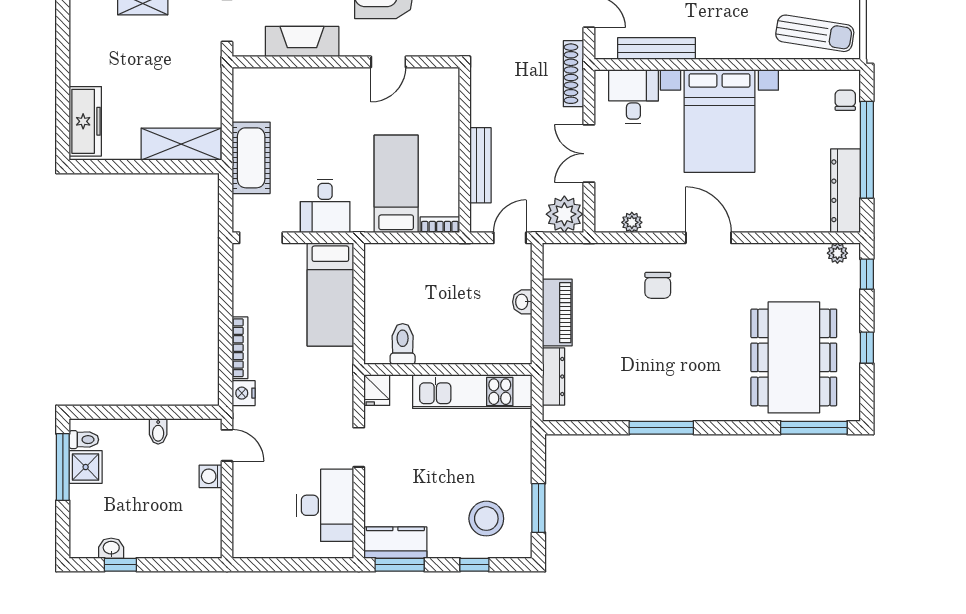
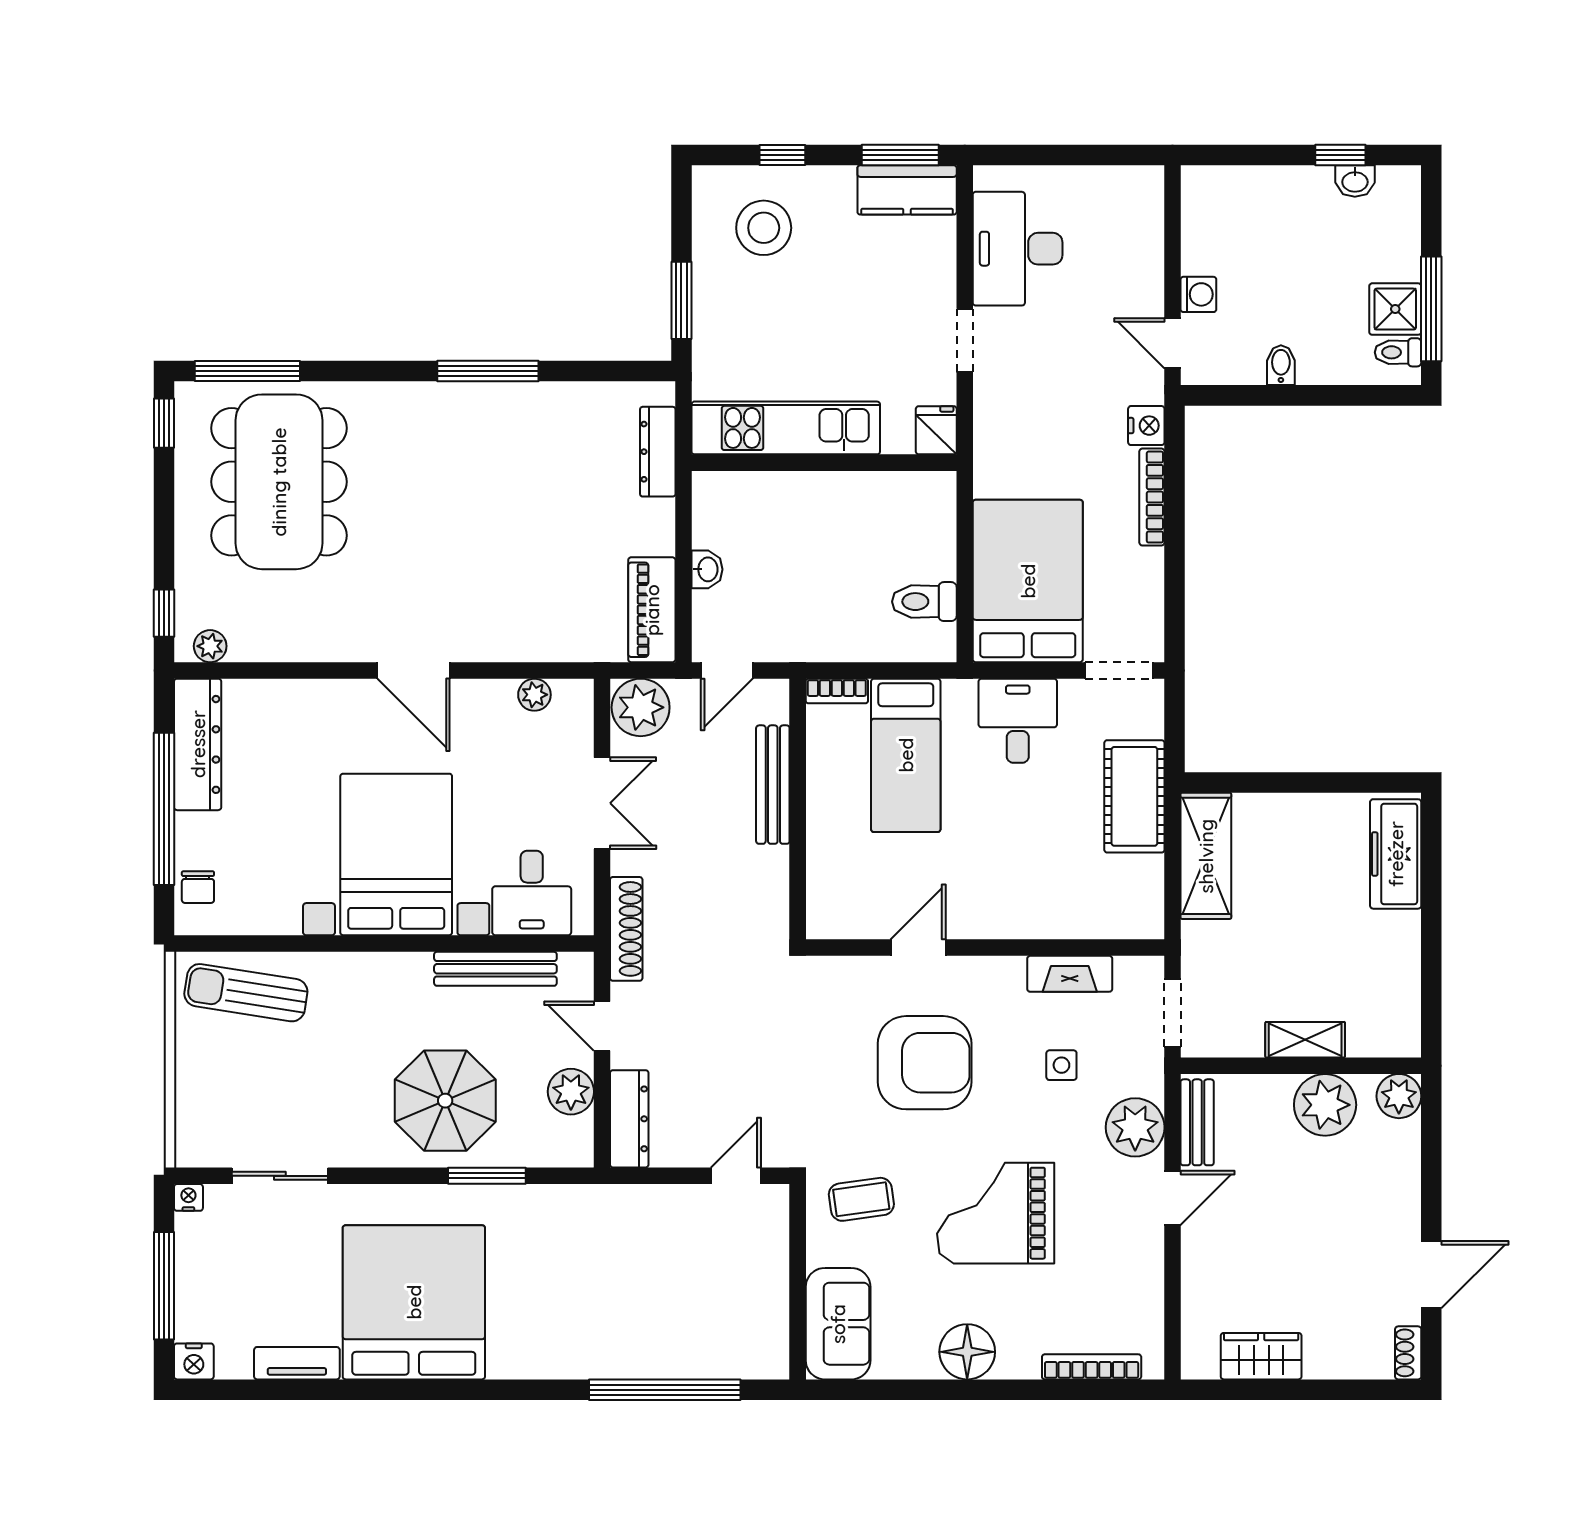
fireplace: (302, 42) -> (1070, 974), width x0.73, depth x0.76
shelving: (181, 144) -> (1206, 856), moved, turned 90
chair: (658, 285) -> (493, 595), removed
bed: (330, 294) -> (1028, 581), width x1.50
piano: (557, 313) -> (652, 610), moved
toilet: (403, 344) -> (924, 602), moved, turned 90
window: (867, 348) -> (164, 423), moved
window: (538, 508) -> (681, 300), moved

